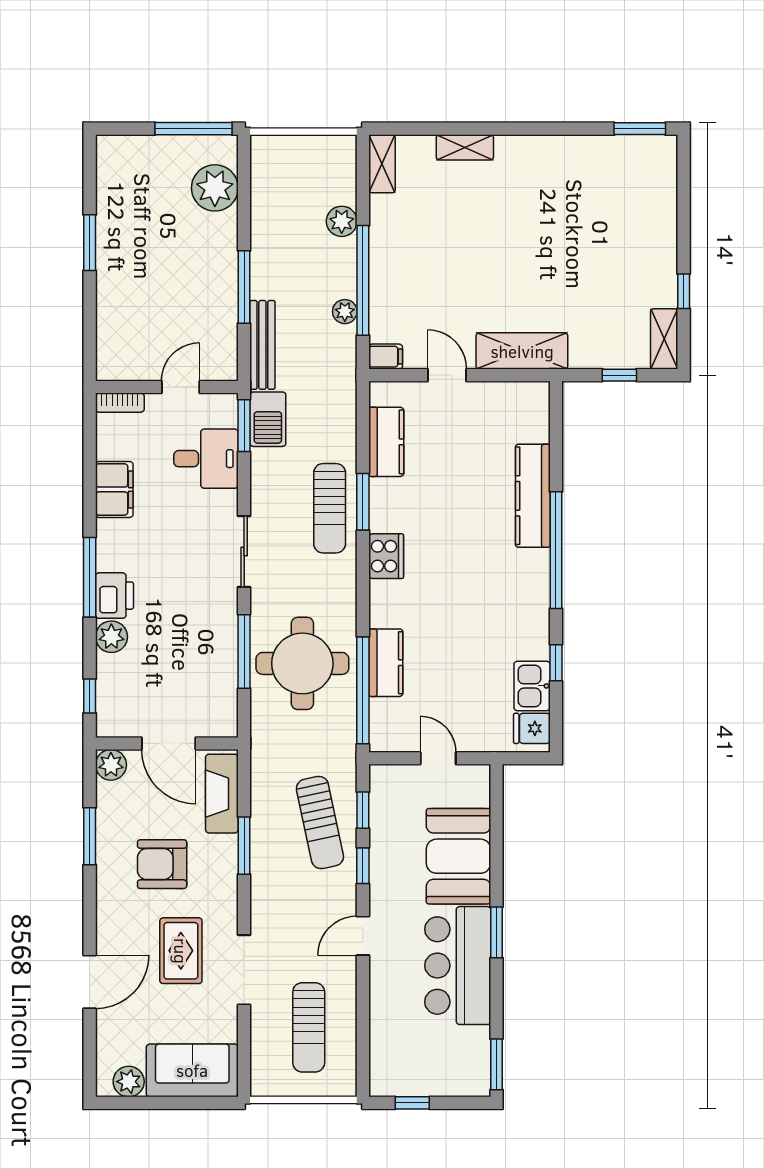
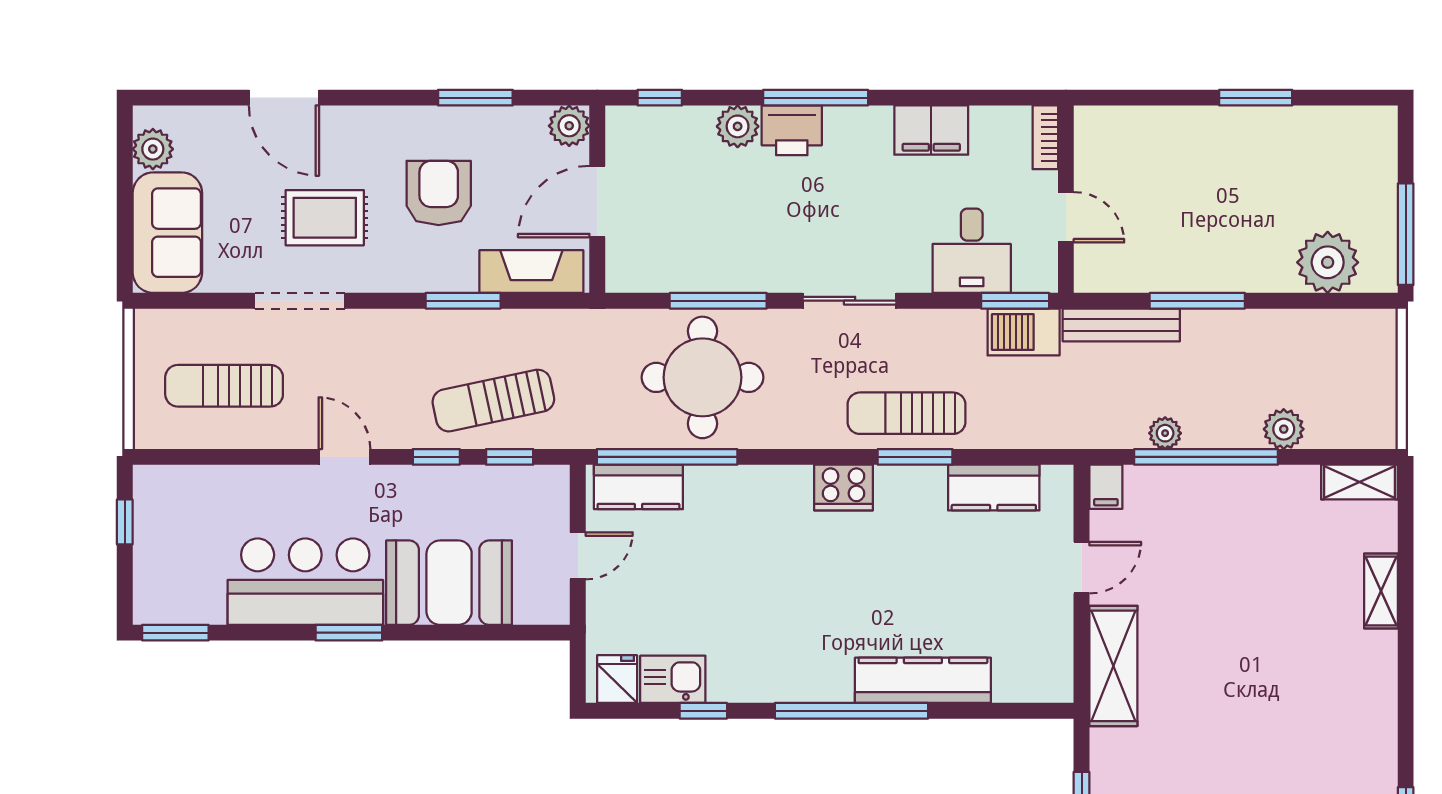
kitchen counter: (386, 663) -> (638, 487), moved

